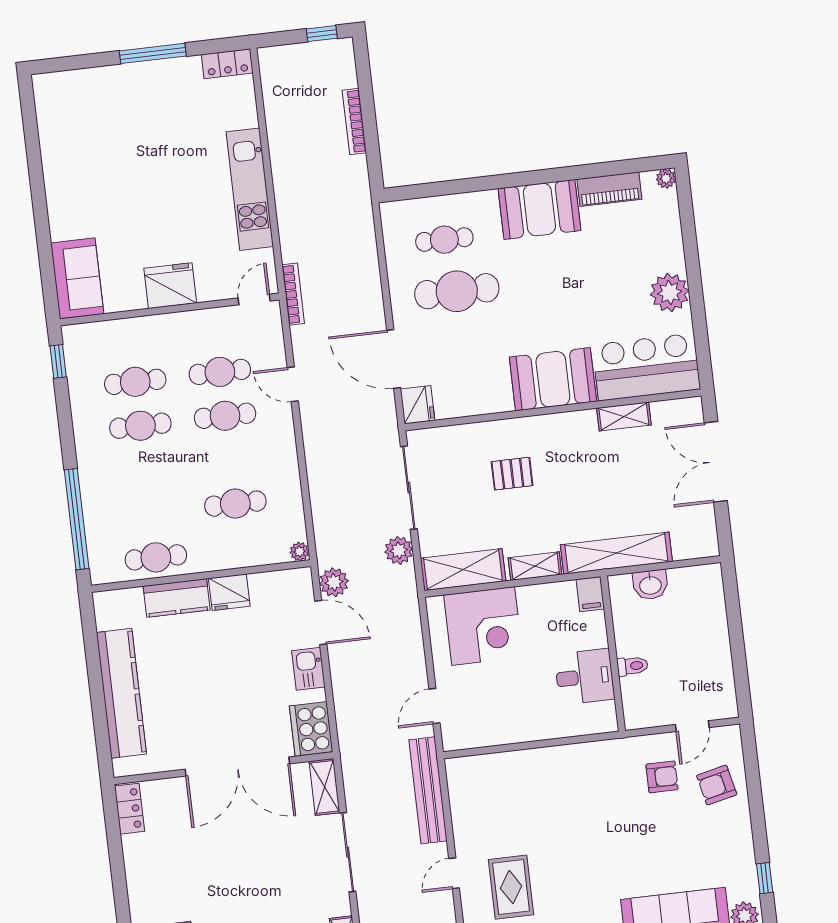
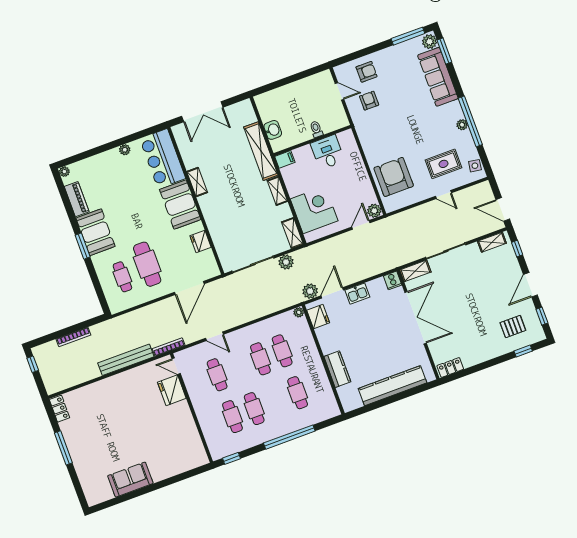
window: (519, 179) -> (83, 246), added
kitchen unit: (250, 189) -> (121, 382), removed
sofa: (77, 278) -> (130, 480), moved
fridge: (170, 286) -> (172, 390), moved
plant: (670, 293) -> (125, 150), width x0.53, depth x0.53
door: (293, 384) -> (215, 336), hinge flipped
fridge: (418, 405) -> (201, 242), moved, turned -90
cafe table: (225, 416) -> (260, 359), moved
shelving: (624, 416) -> (197, 182), moved
pallet: (512, 474) -> (233, 214), removed
window: (77, 519) -> (289, 437), moved
cafe table: (156, 557) -> (298, 393), moved
shelving: (463, 570) -> (292, 233), width x0.67, depth x0.75
fridge: (229, 592) -> (318, 317), moved
door: (434, 706) -> (361, 225), swing flipped
cooker: (311, 729) -> (393, 280), width x0.53, depth x0.76
plant: (455, 737) -> (374, 211), added
armchair: (717, 785) -> (367, 72), turned -77
armchair: (509, 789) -> (394, 177), added
bench: (428, 790) -> (126, 360), moved
window: (765, 878) -> (408, 36), width x2.17

